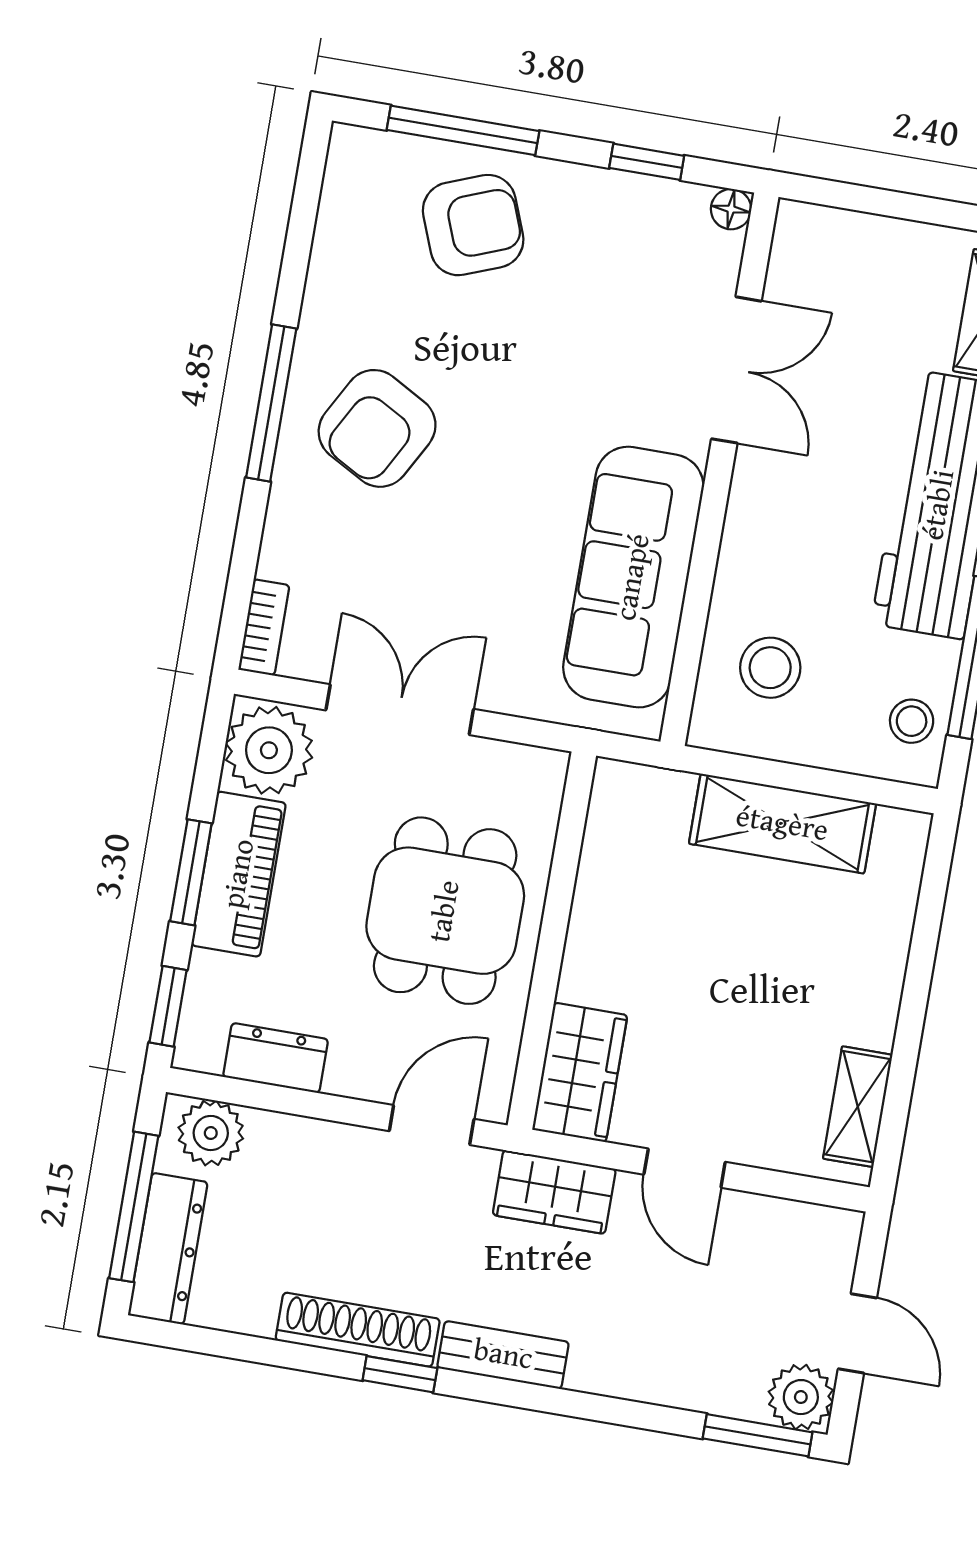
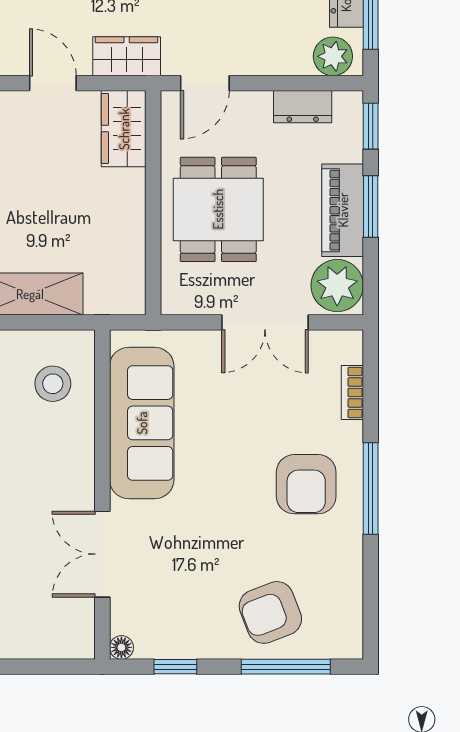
armchair: (377, 428) -> (306, 484), turned 151
bookcase: (264, 627) -> (352, 392), moved

